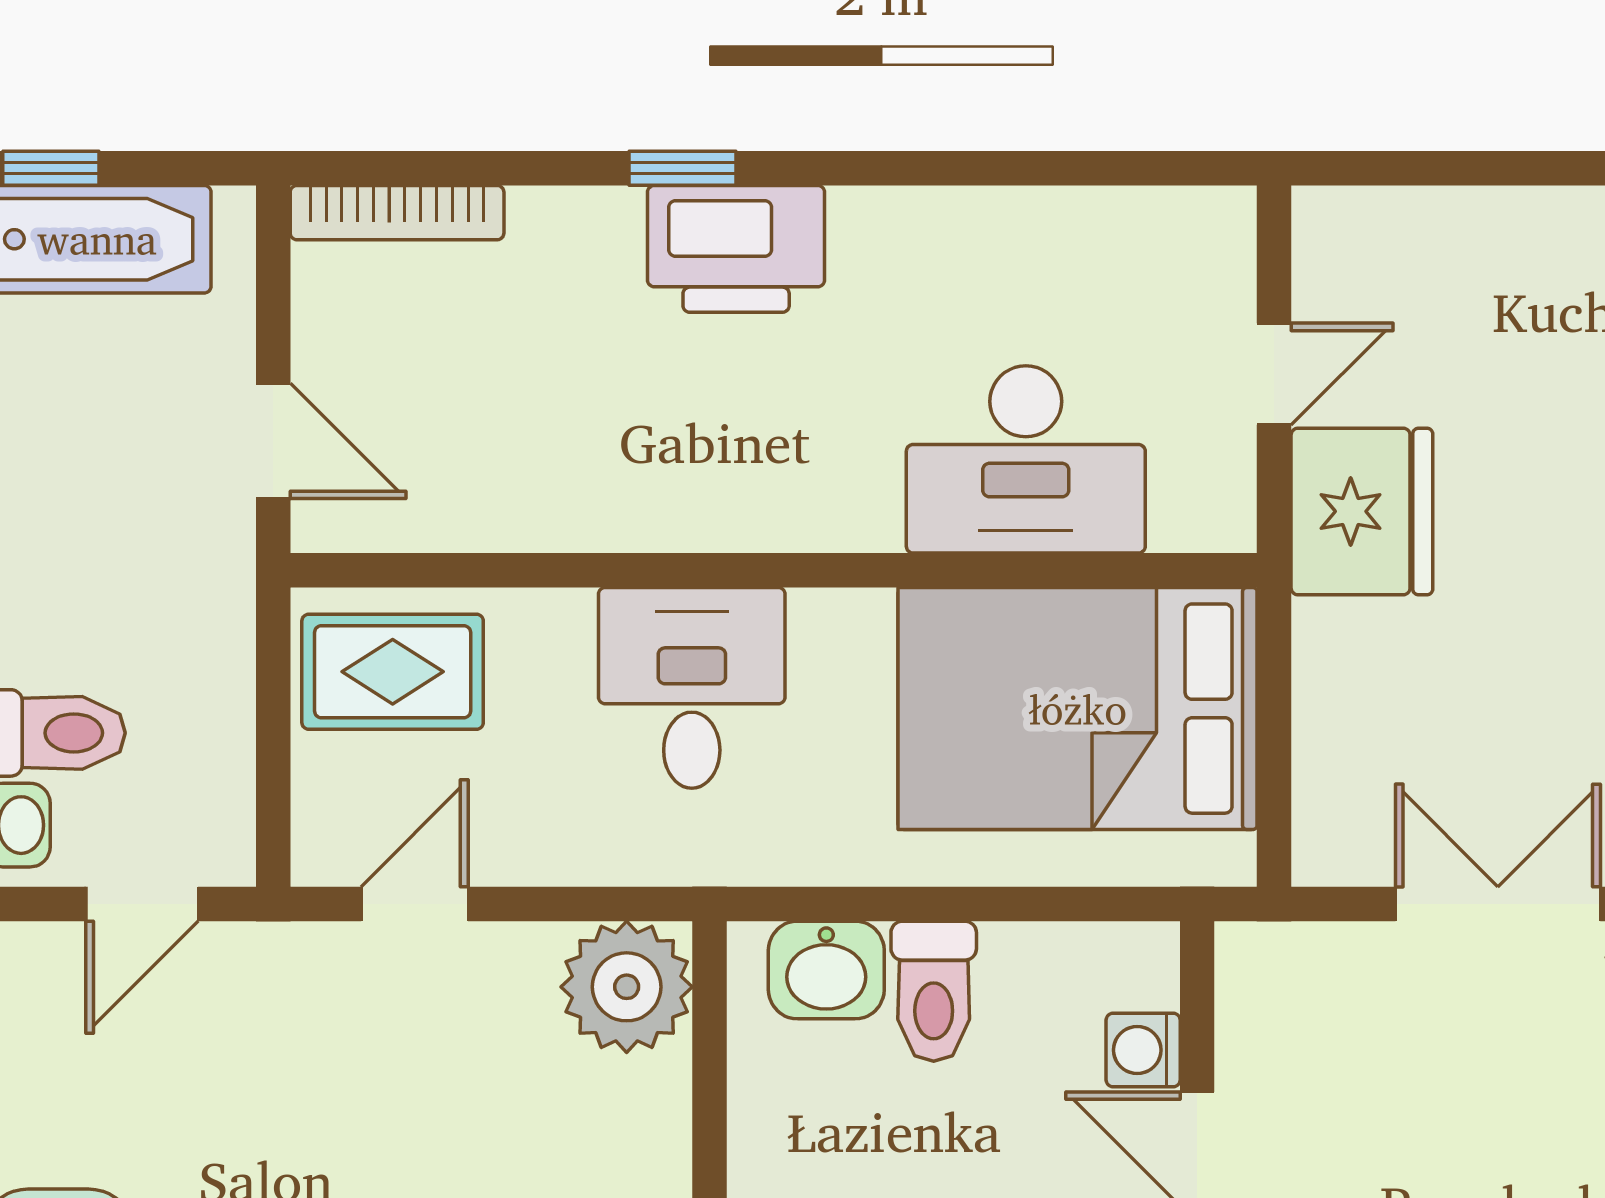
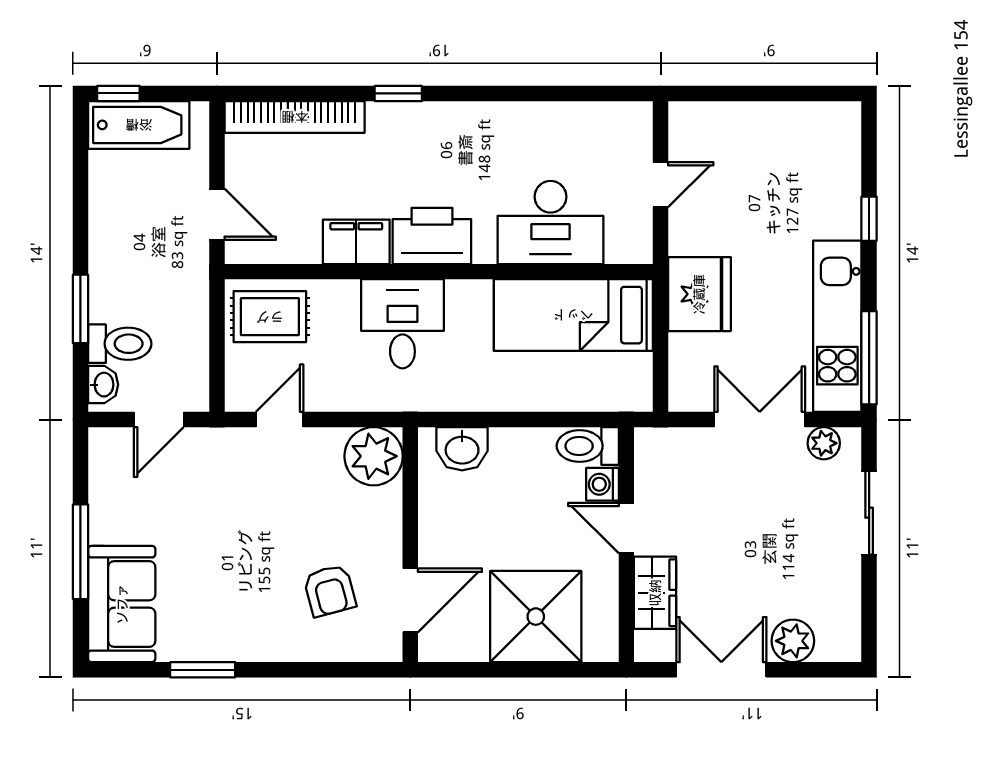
bookcase: (397, 213) -> (295, 117), width x1.48, depth x1.31
printer: (736, 249) -> (432, 236), moved, turned 180
filing cabinet: (588, 503) -> (356, 242), added
fridge: (1362, 511) -> (699, 294), moved
bed: (1078, 709) -> (573, 315), width x0.67
toilet: (934, 991) -> (588, 446), moved, turned 90

